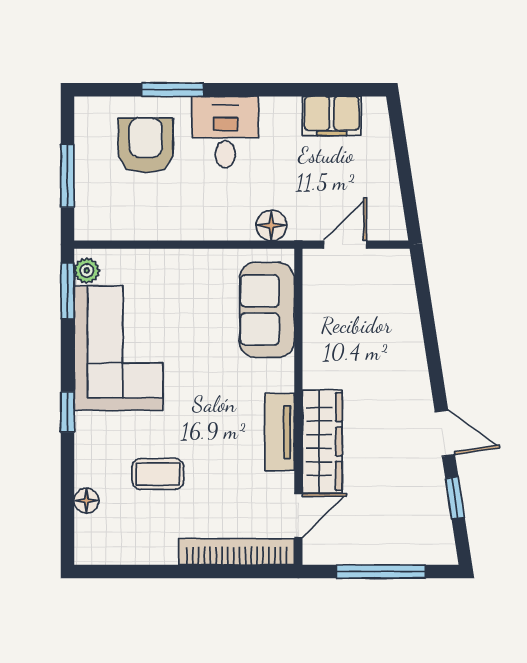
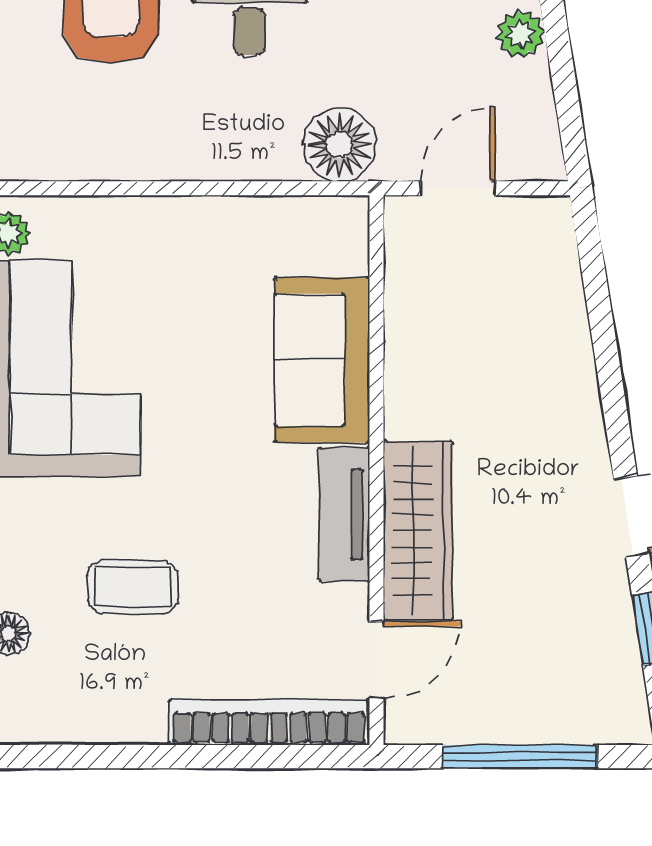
plant: (381, 156) -> (520, 34), added
floor lamp: (271, 225) -> (340, 145), width x1.38, depth x1.38
sofa: (267, 310) -> (322, 360), moved

